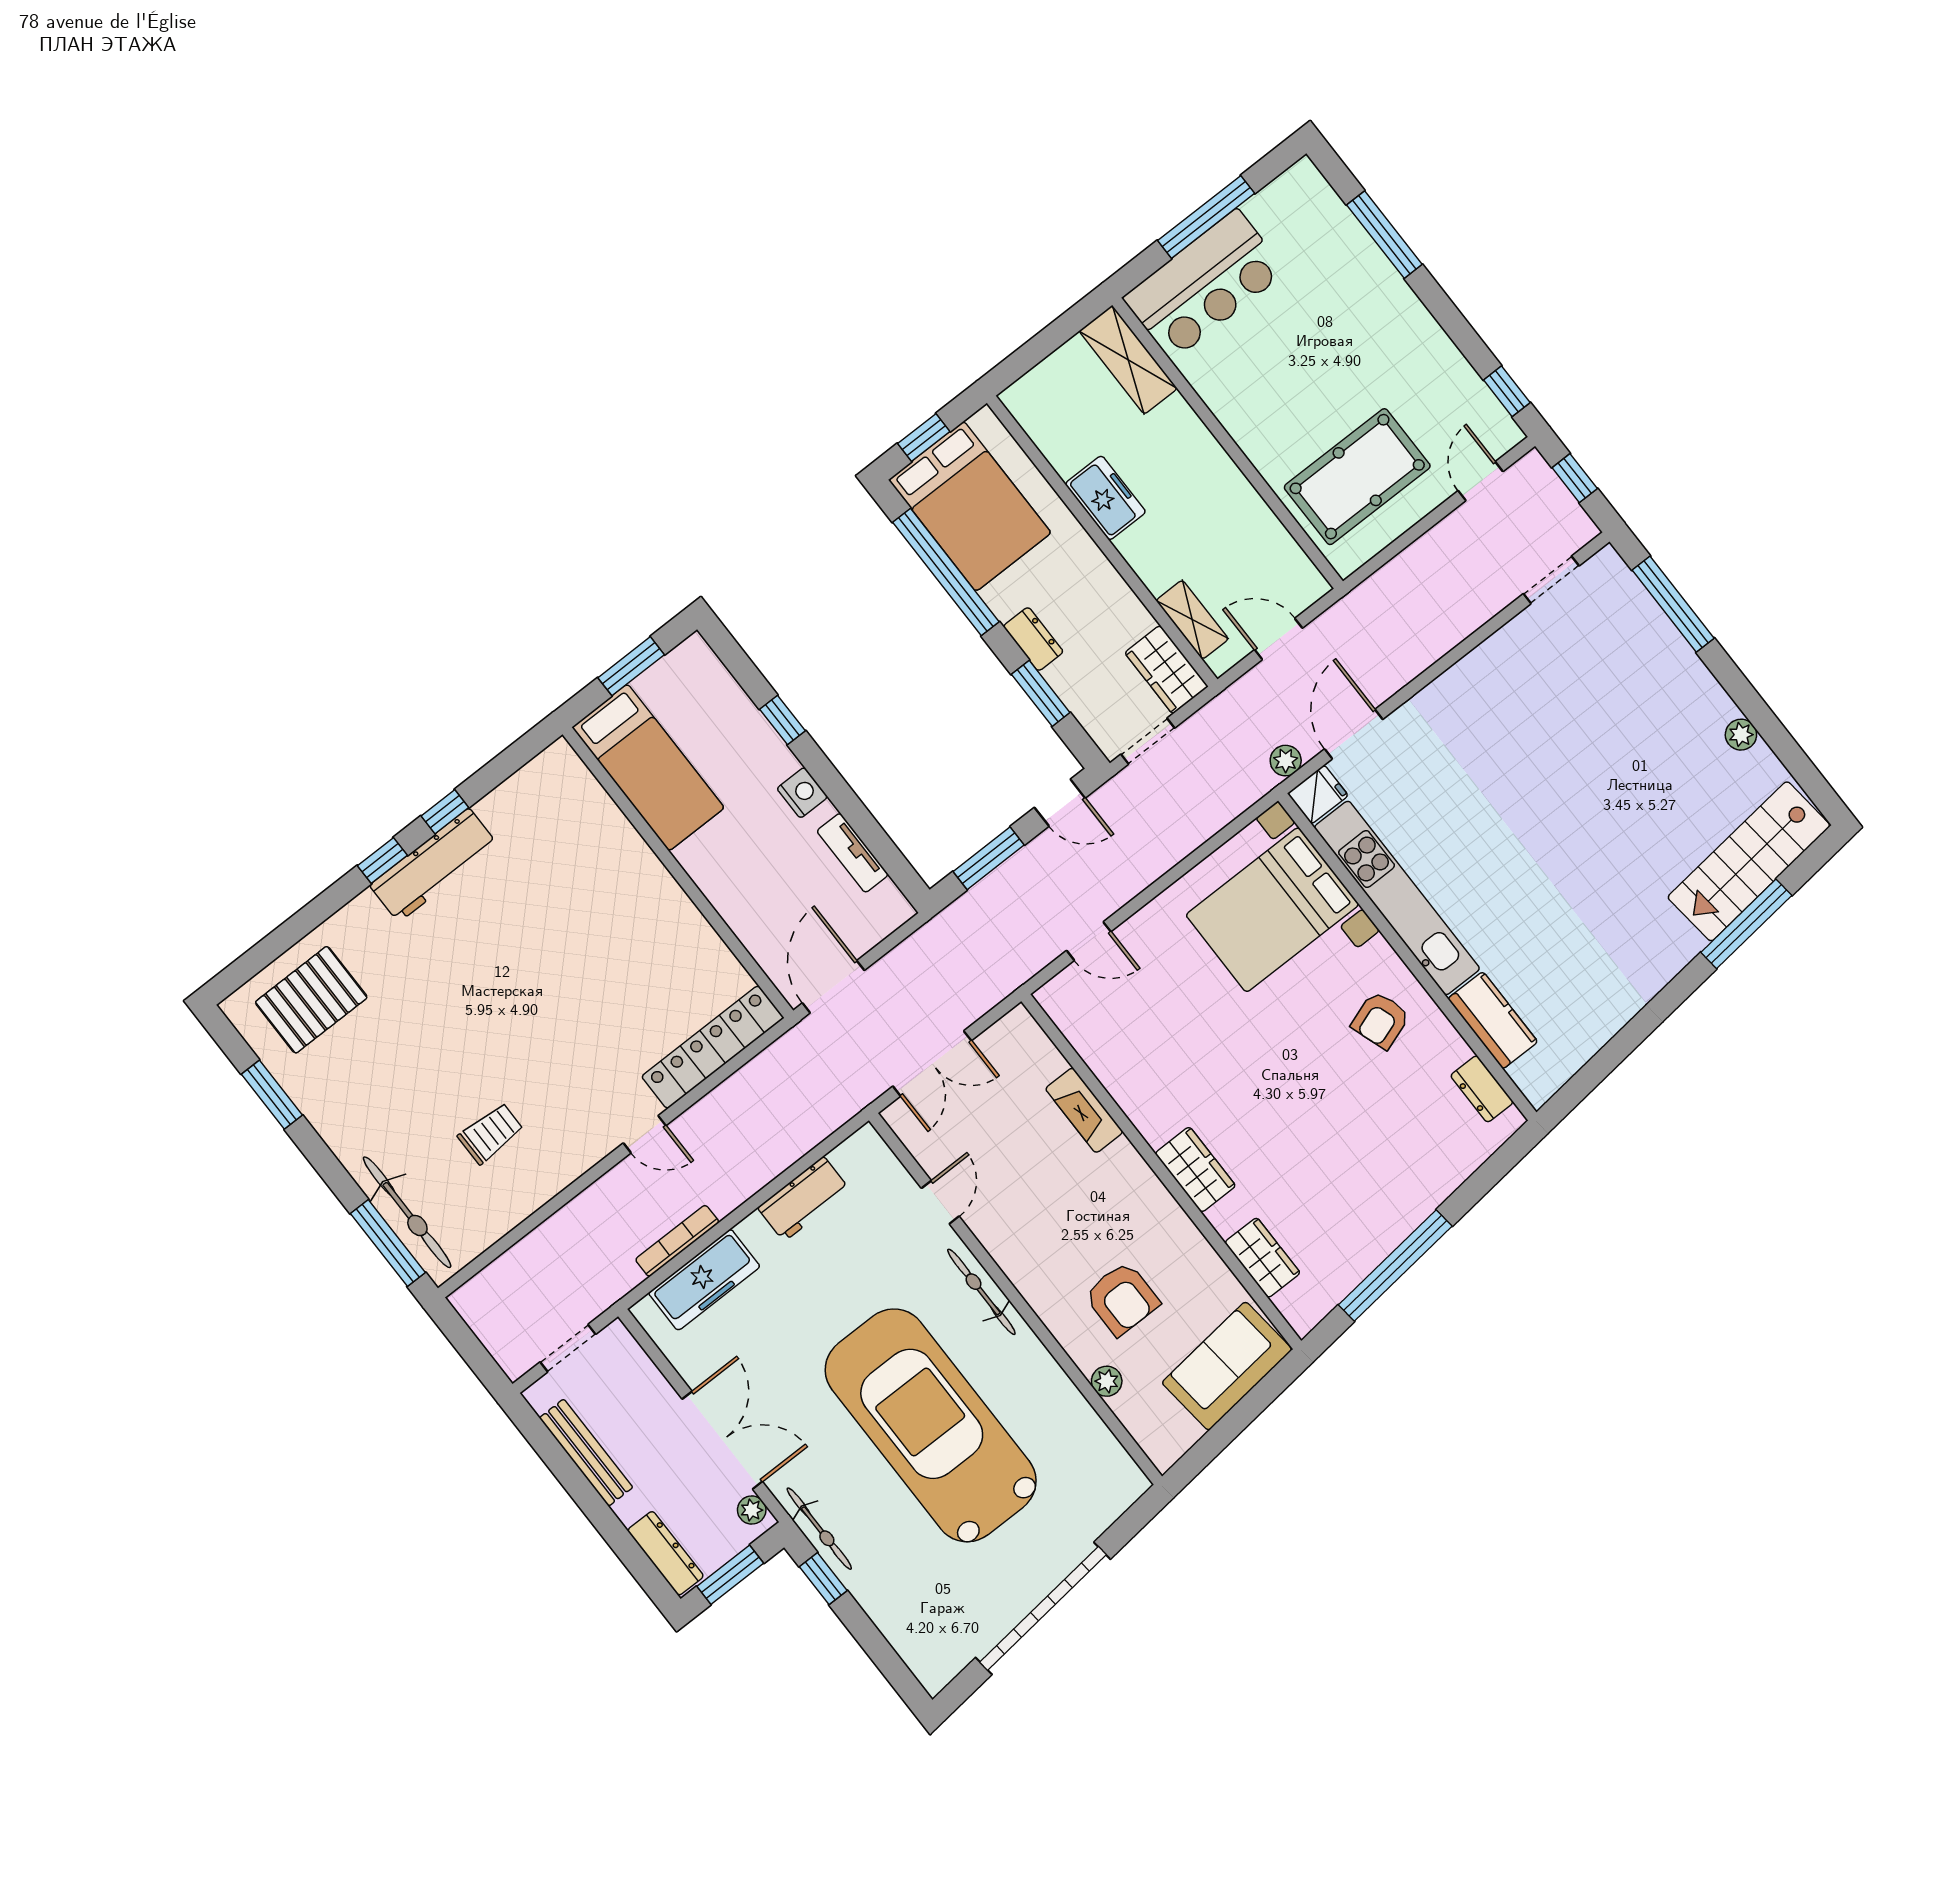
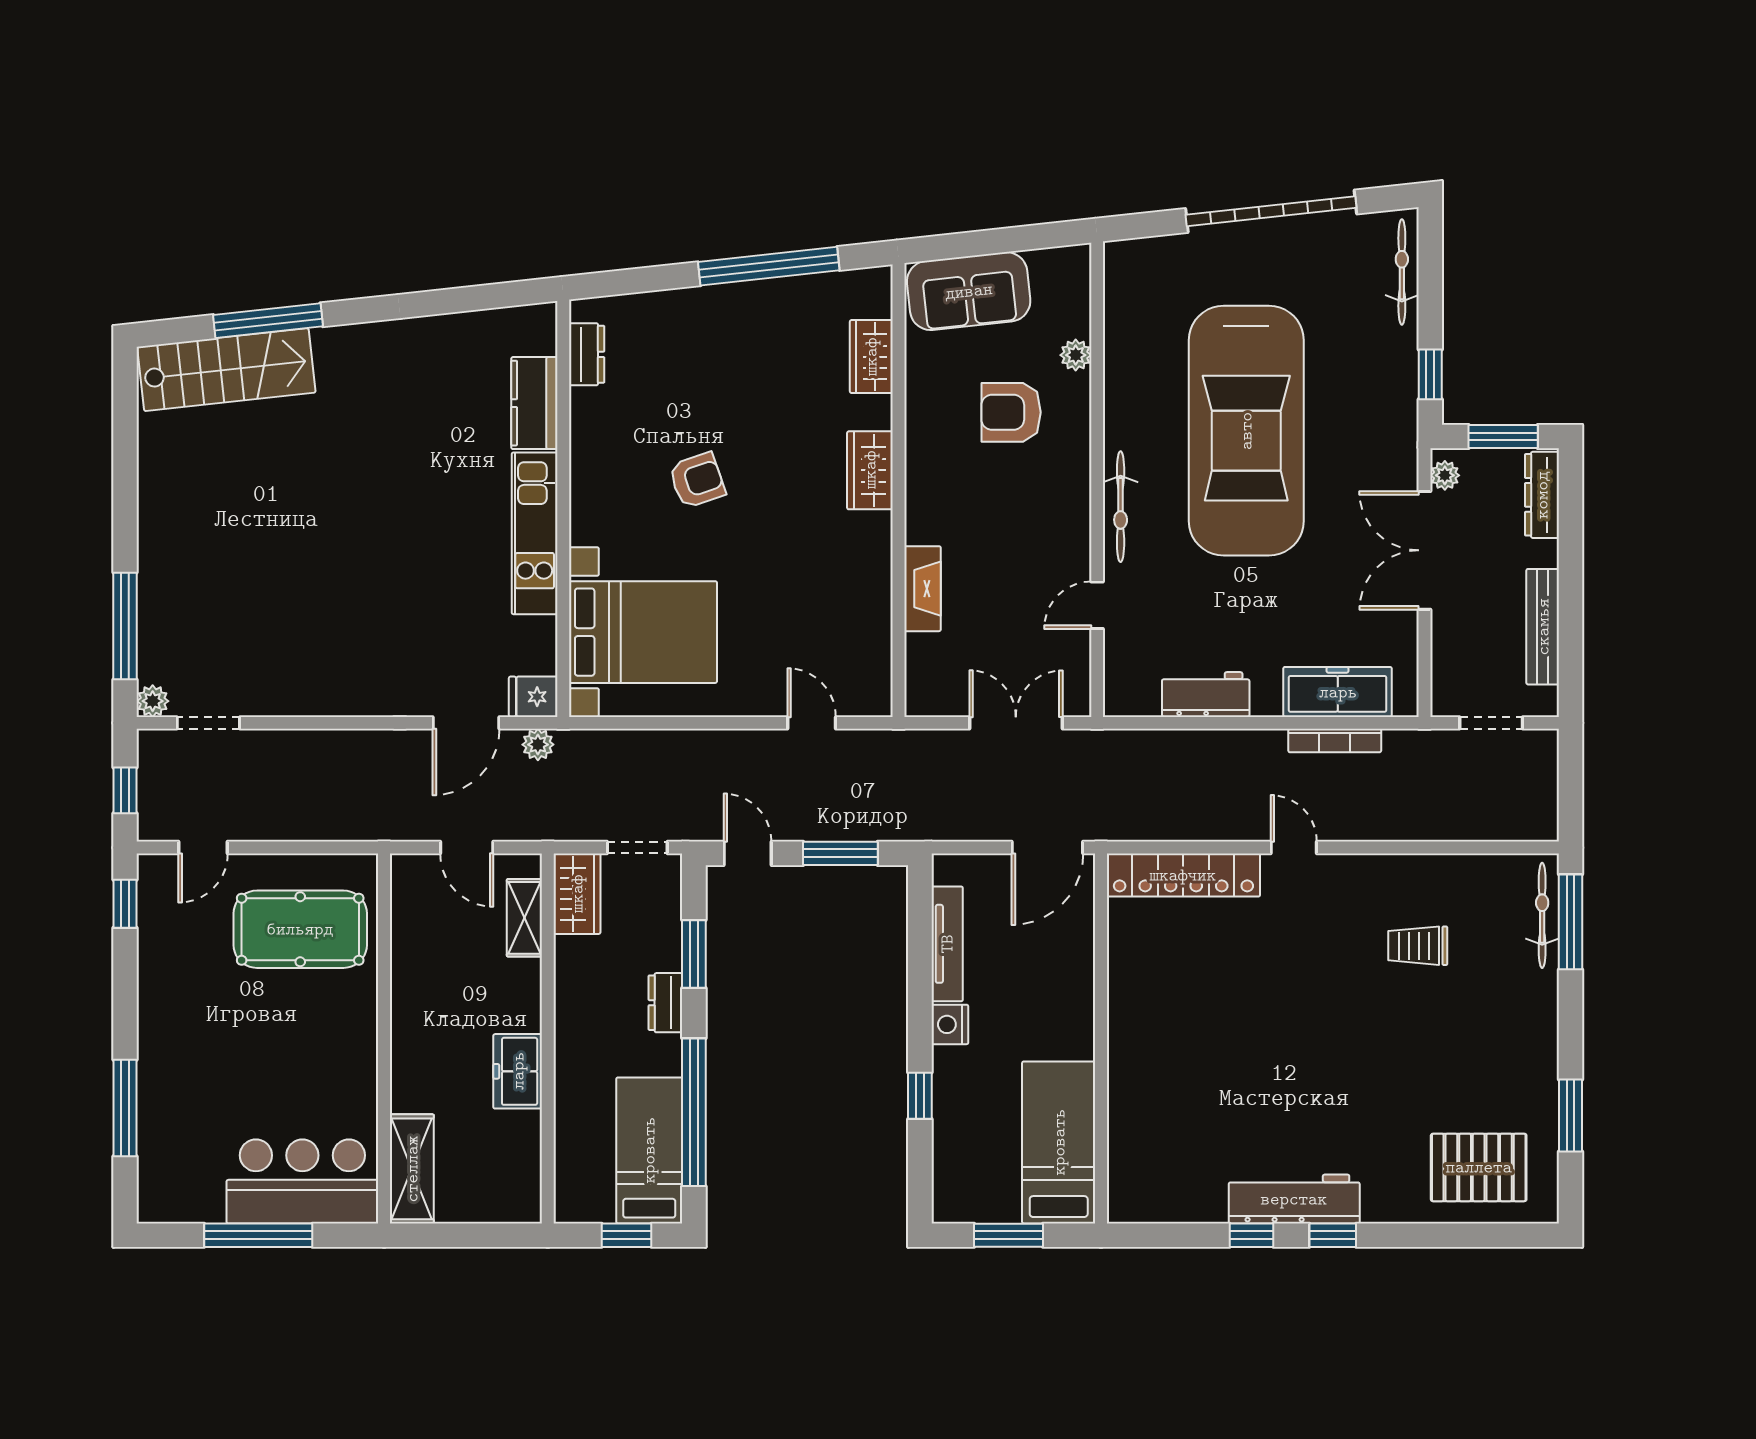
bed: (970, 506) -> (649, 1150), width x0.67
plant: (1741, 735) -> (153, 701), moved
tv unit: (853, 853) -> (947, 944), width x1.41
kitchen unit: (1397, 898) -> (535, 533), width x0.73
armchair: (1381, 1020) -> (697, 480), moved
bicycle: (407, 1212) -> (1542, 915), width x0.73, depth x0.71
armchair: (1122, 1299) -> (1011, 412), turned -90
bicycle: (819, 1529) -> (1402, 272), moved

